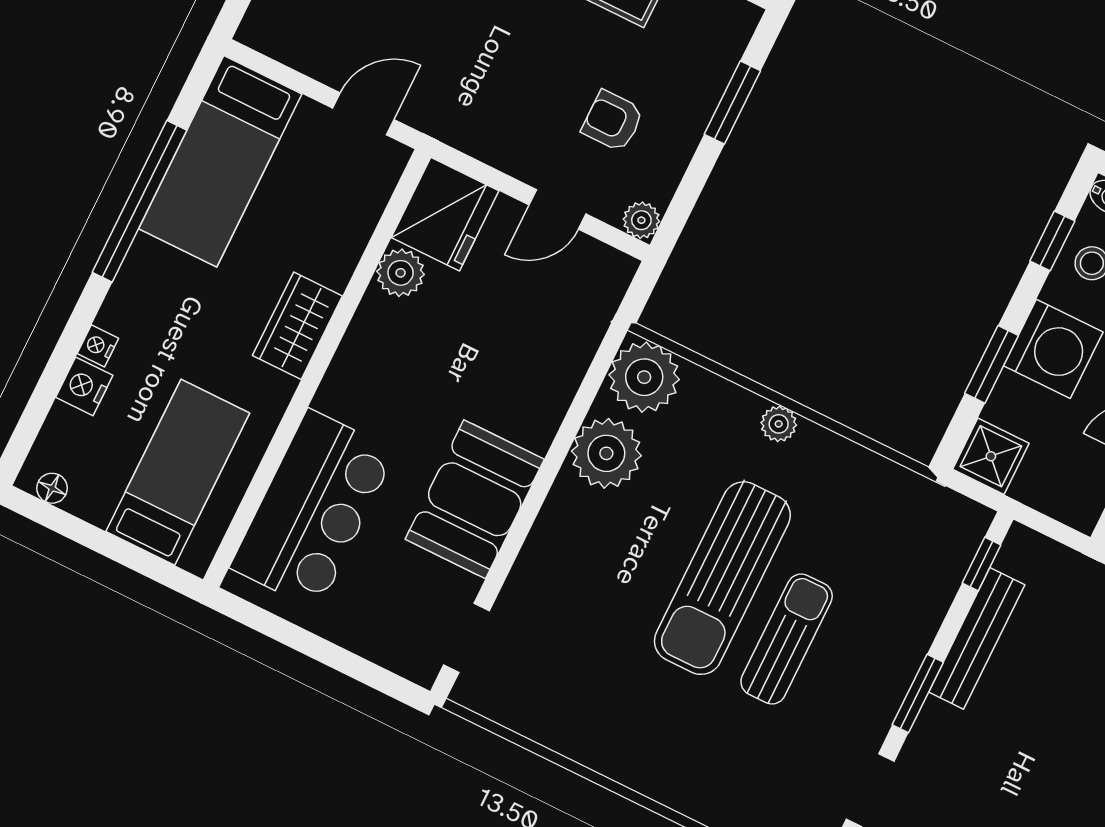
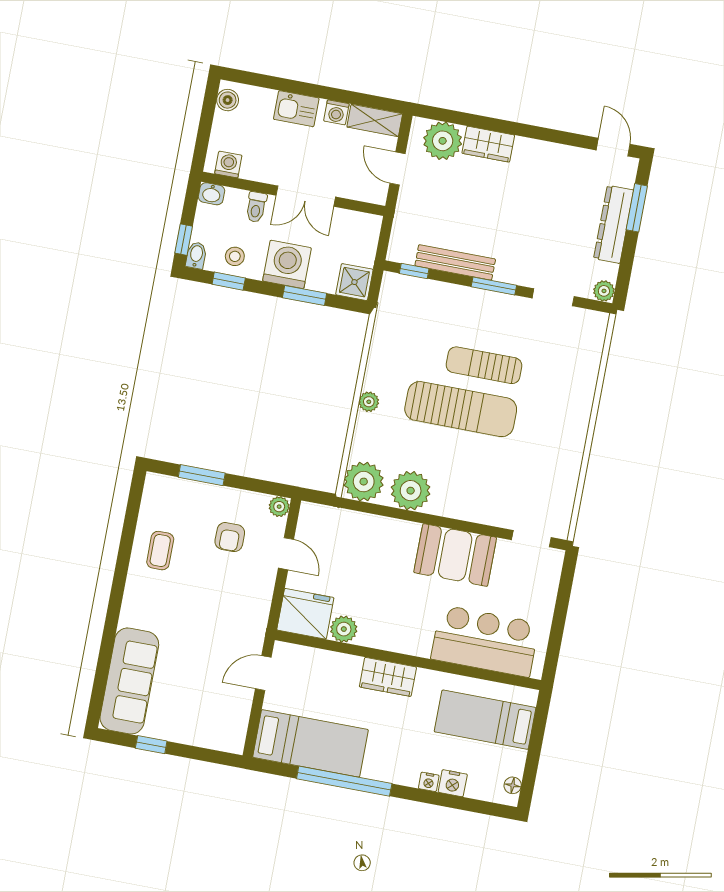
door: (363, 114) -> (263, 673), hinge flipped

